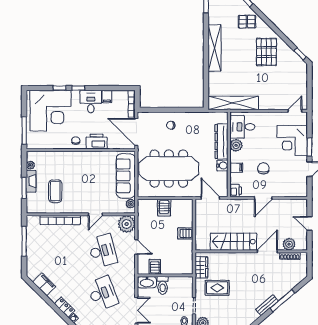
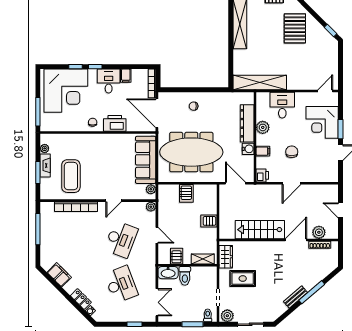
desk: (242, 127) -> (282, 105), moved, turned 90
coffee table: (55, 191) -> (71, 176), width x1.36, depth x1.32
plant: (127, 224) -> (151, 207), width x0.53, depth x0.53
desk: (103, 251) -> (121, 239), turned 36
shelving: (180, 269) -> (203, 259), added

